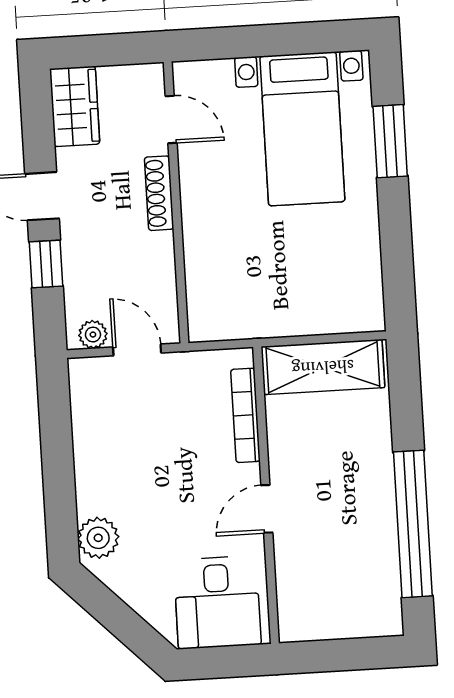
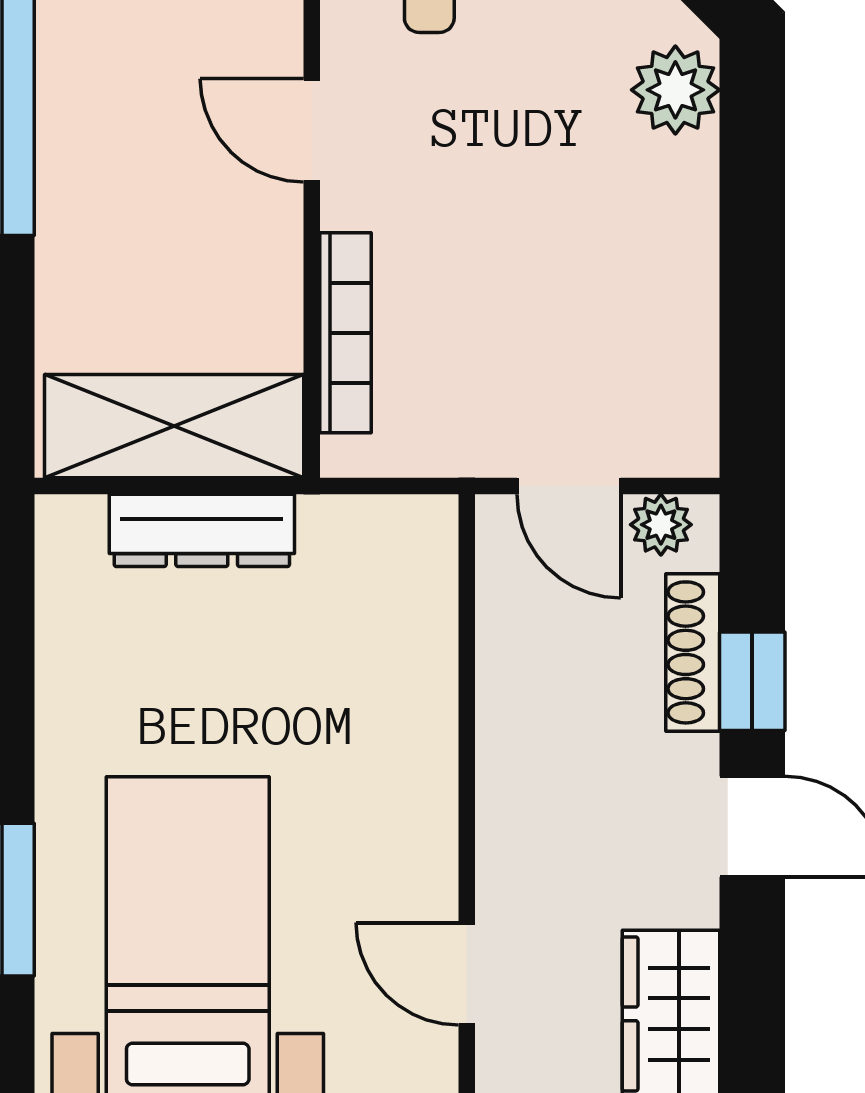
shoe rack: (159, 193) -> (693, 652), moved, turned 180
dresser: (307, 319) -> (202, 530), added
door: (267, 509) -> (312, 130), swing flipped

